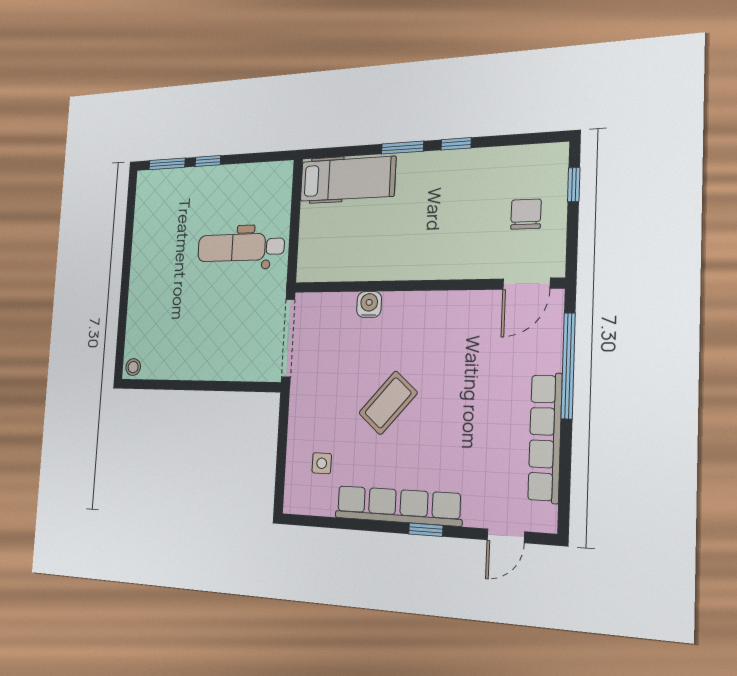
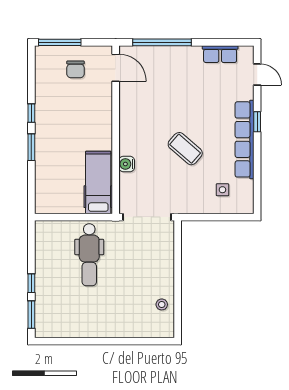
hospital bed: (348, 179) -> (98, 183), moved
window: (574, 185) -> (60, 42), width x2.17
chair: (526, 214) -> (75, 69), turned -90
stool: (133, 367) -> (162, 304), moved
row of seats: (545, 438) -> (220, 54), width x0.50

